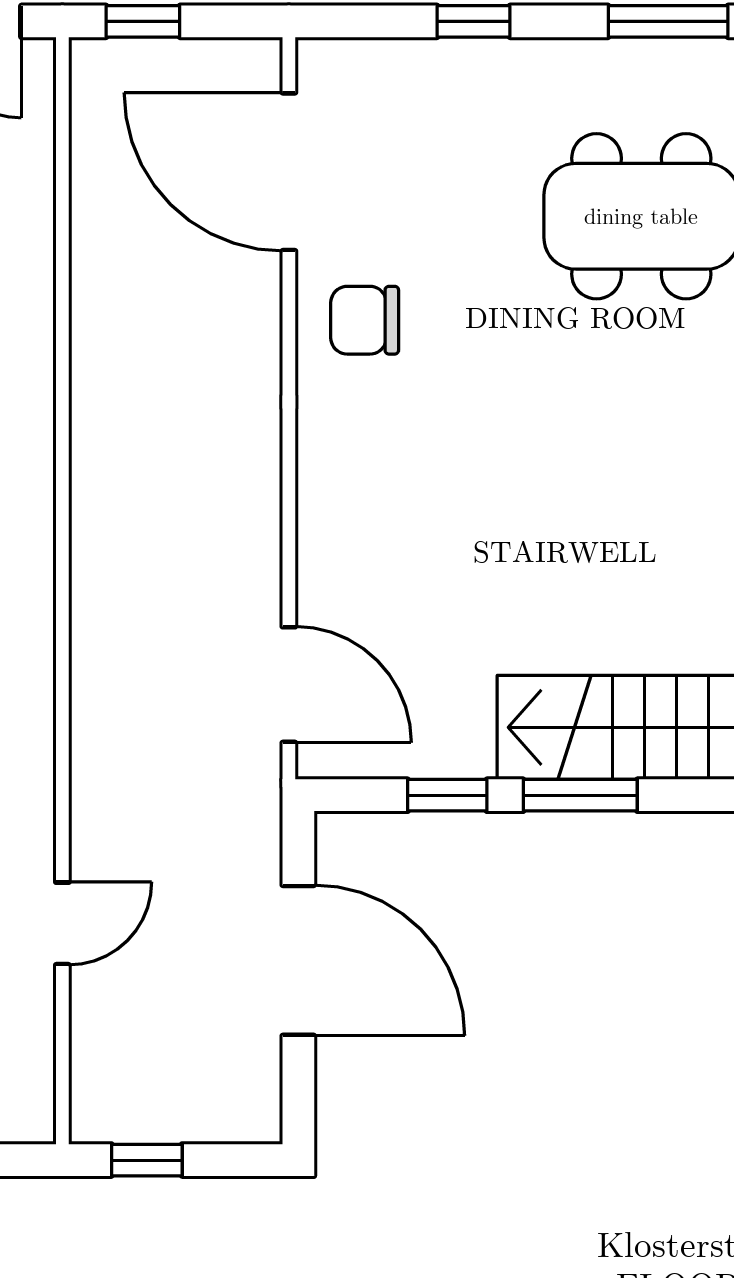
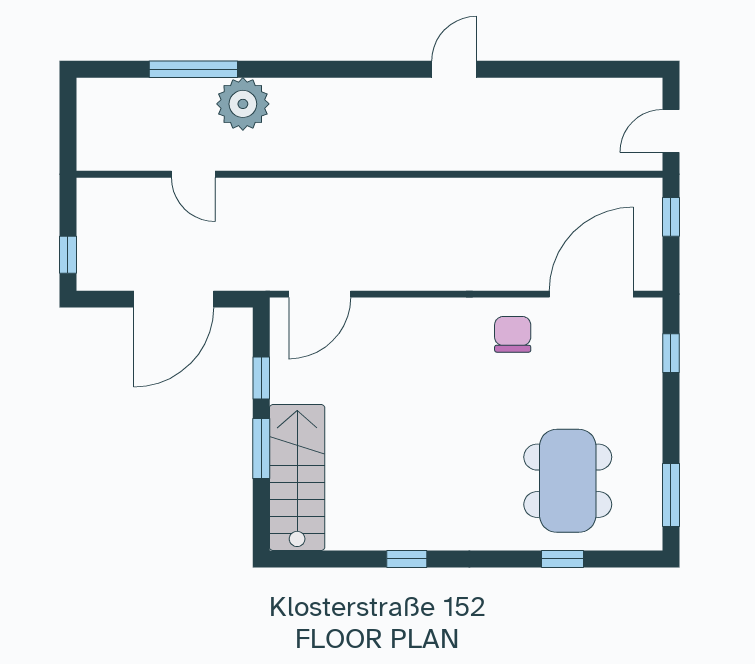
window: (473, 21) -> (671, 353), moved
window: (147, 1160) -> (68, 255), moved

